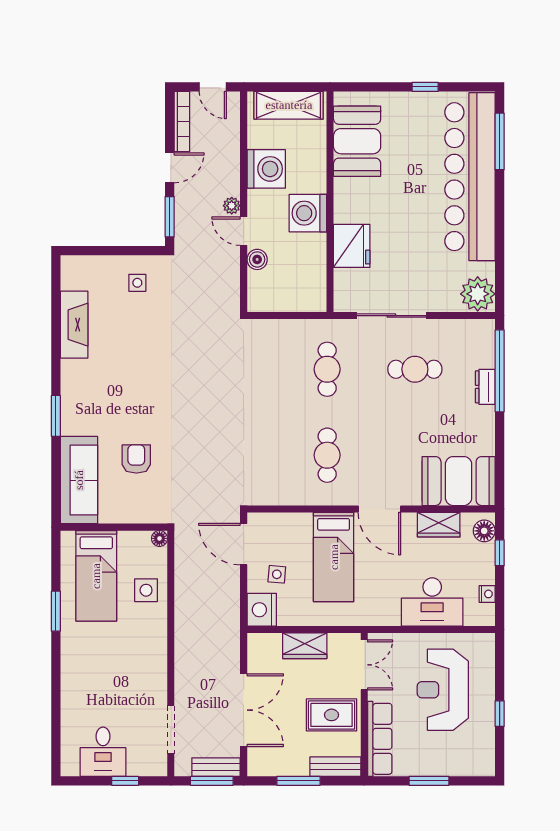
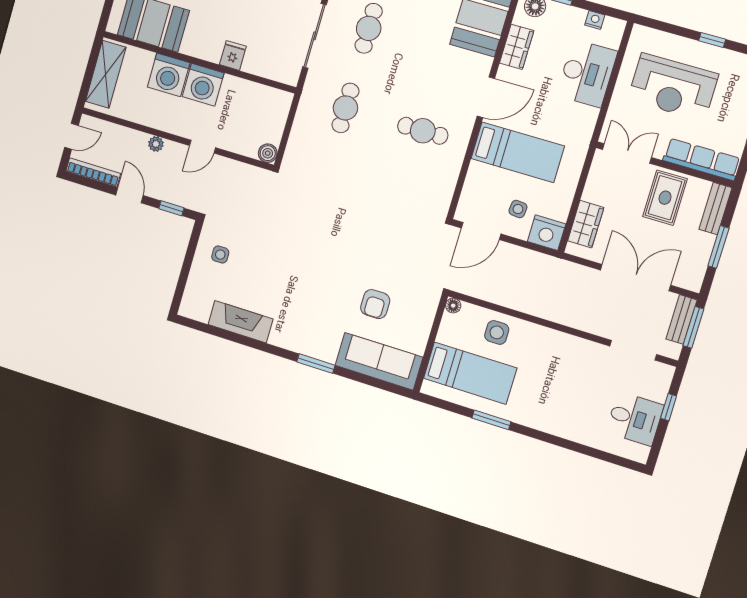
washing machine: (266, 169) -> (169, 75), moved, turned 180
plant: (232, 206) -> (156, 144), moved
window: (170, 217) -> (171, 208), width x0.67
fridge: (352, 246) -> (233, 55), width x0.53, depth x0.75
boiler: (257, 259) -> (268, 153), moved
cafe table: (327, 369) -> (345, 108), turned 90
armchair: (136, 459) -> (375, 304), turned -90
wardrobe: (305, 646) -> (586, 224), moved

